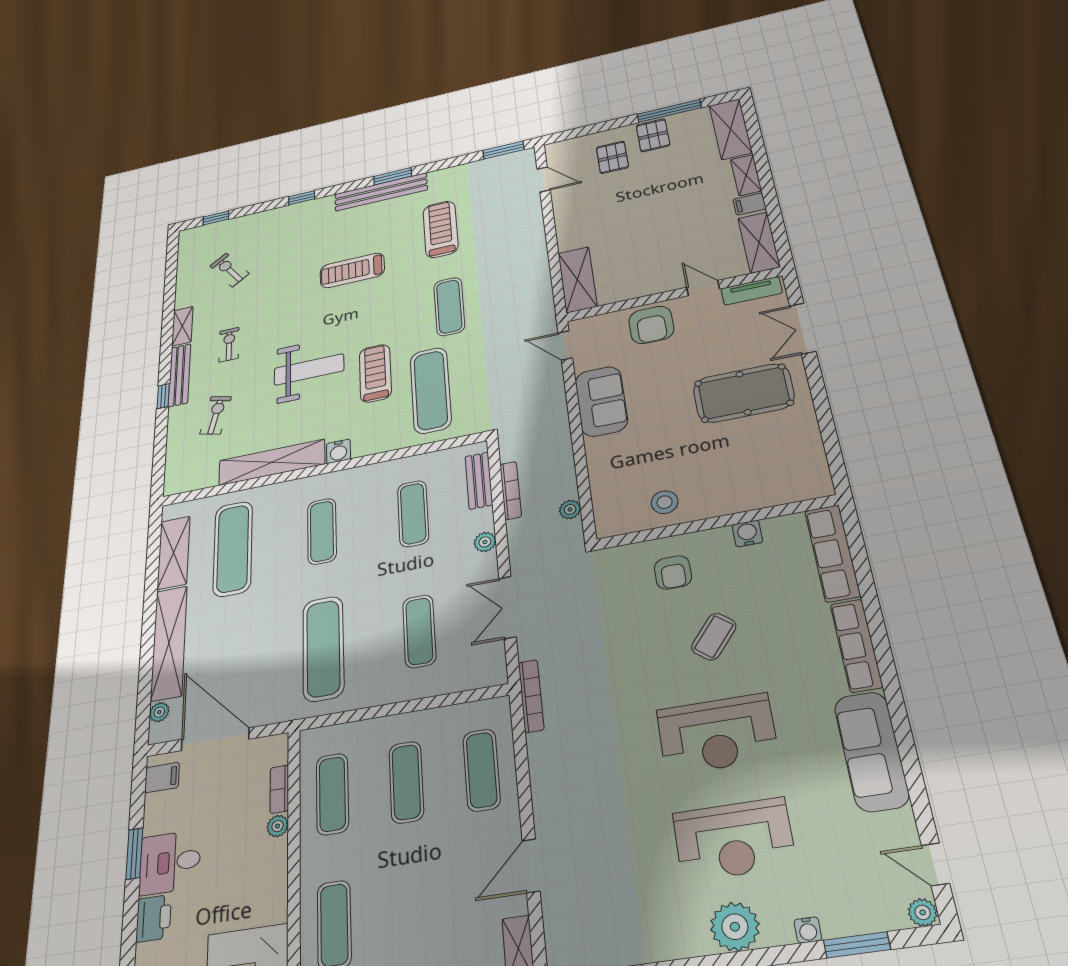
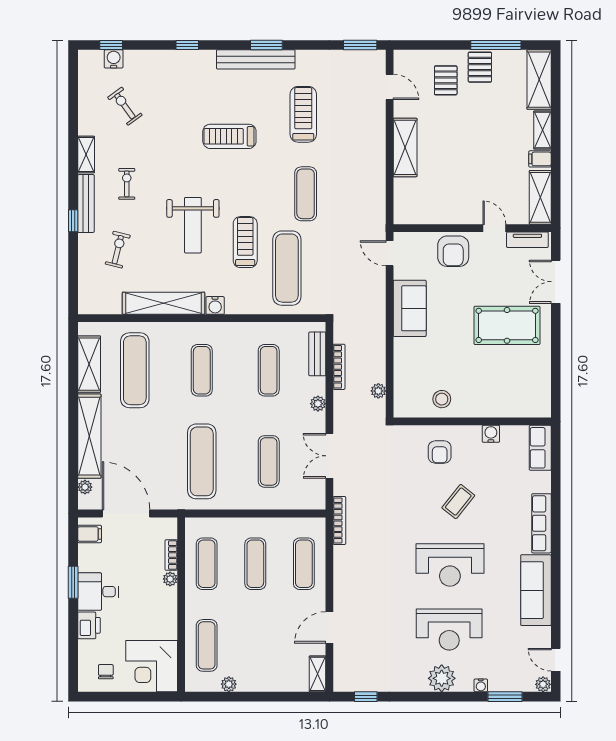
water cooler: (218, 230) -> (114, 59), added
shelving: (577, 280) -> (405, 147), moved
weight bench: (309, 369) -> (193, 225), turned 90
row of seats: (832, 553) -> (540, 448), width x0.68

